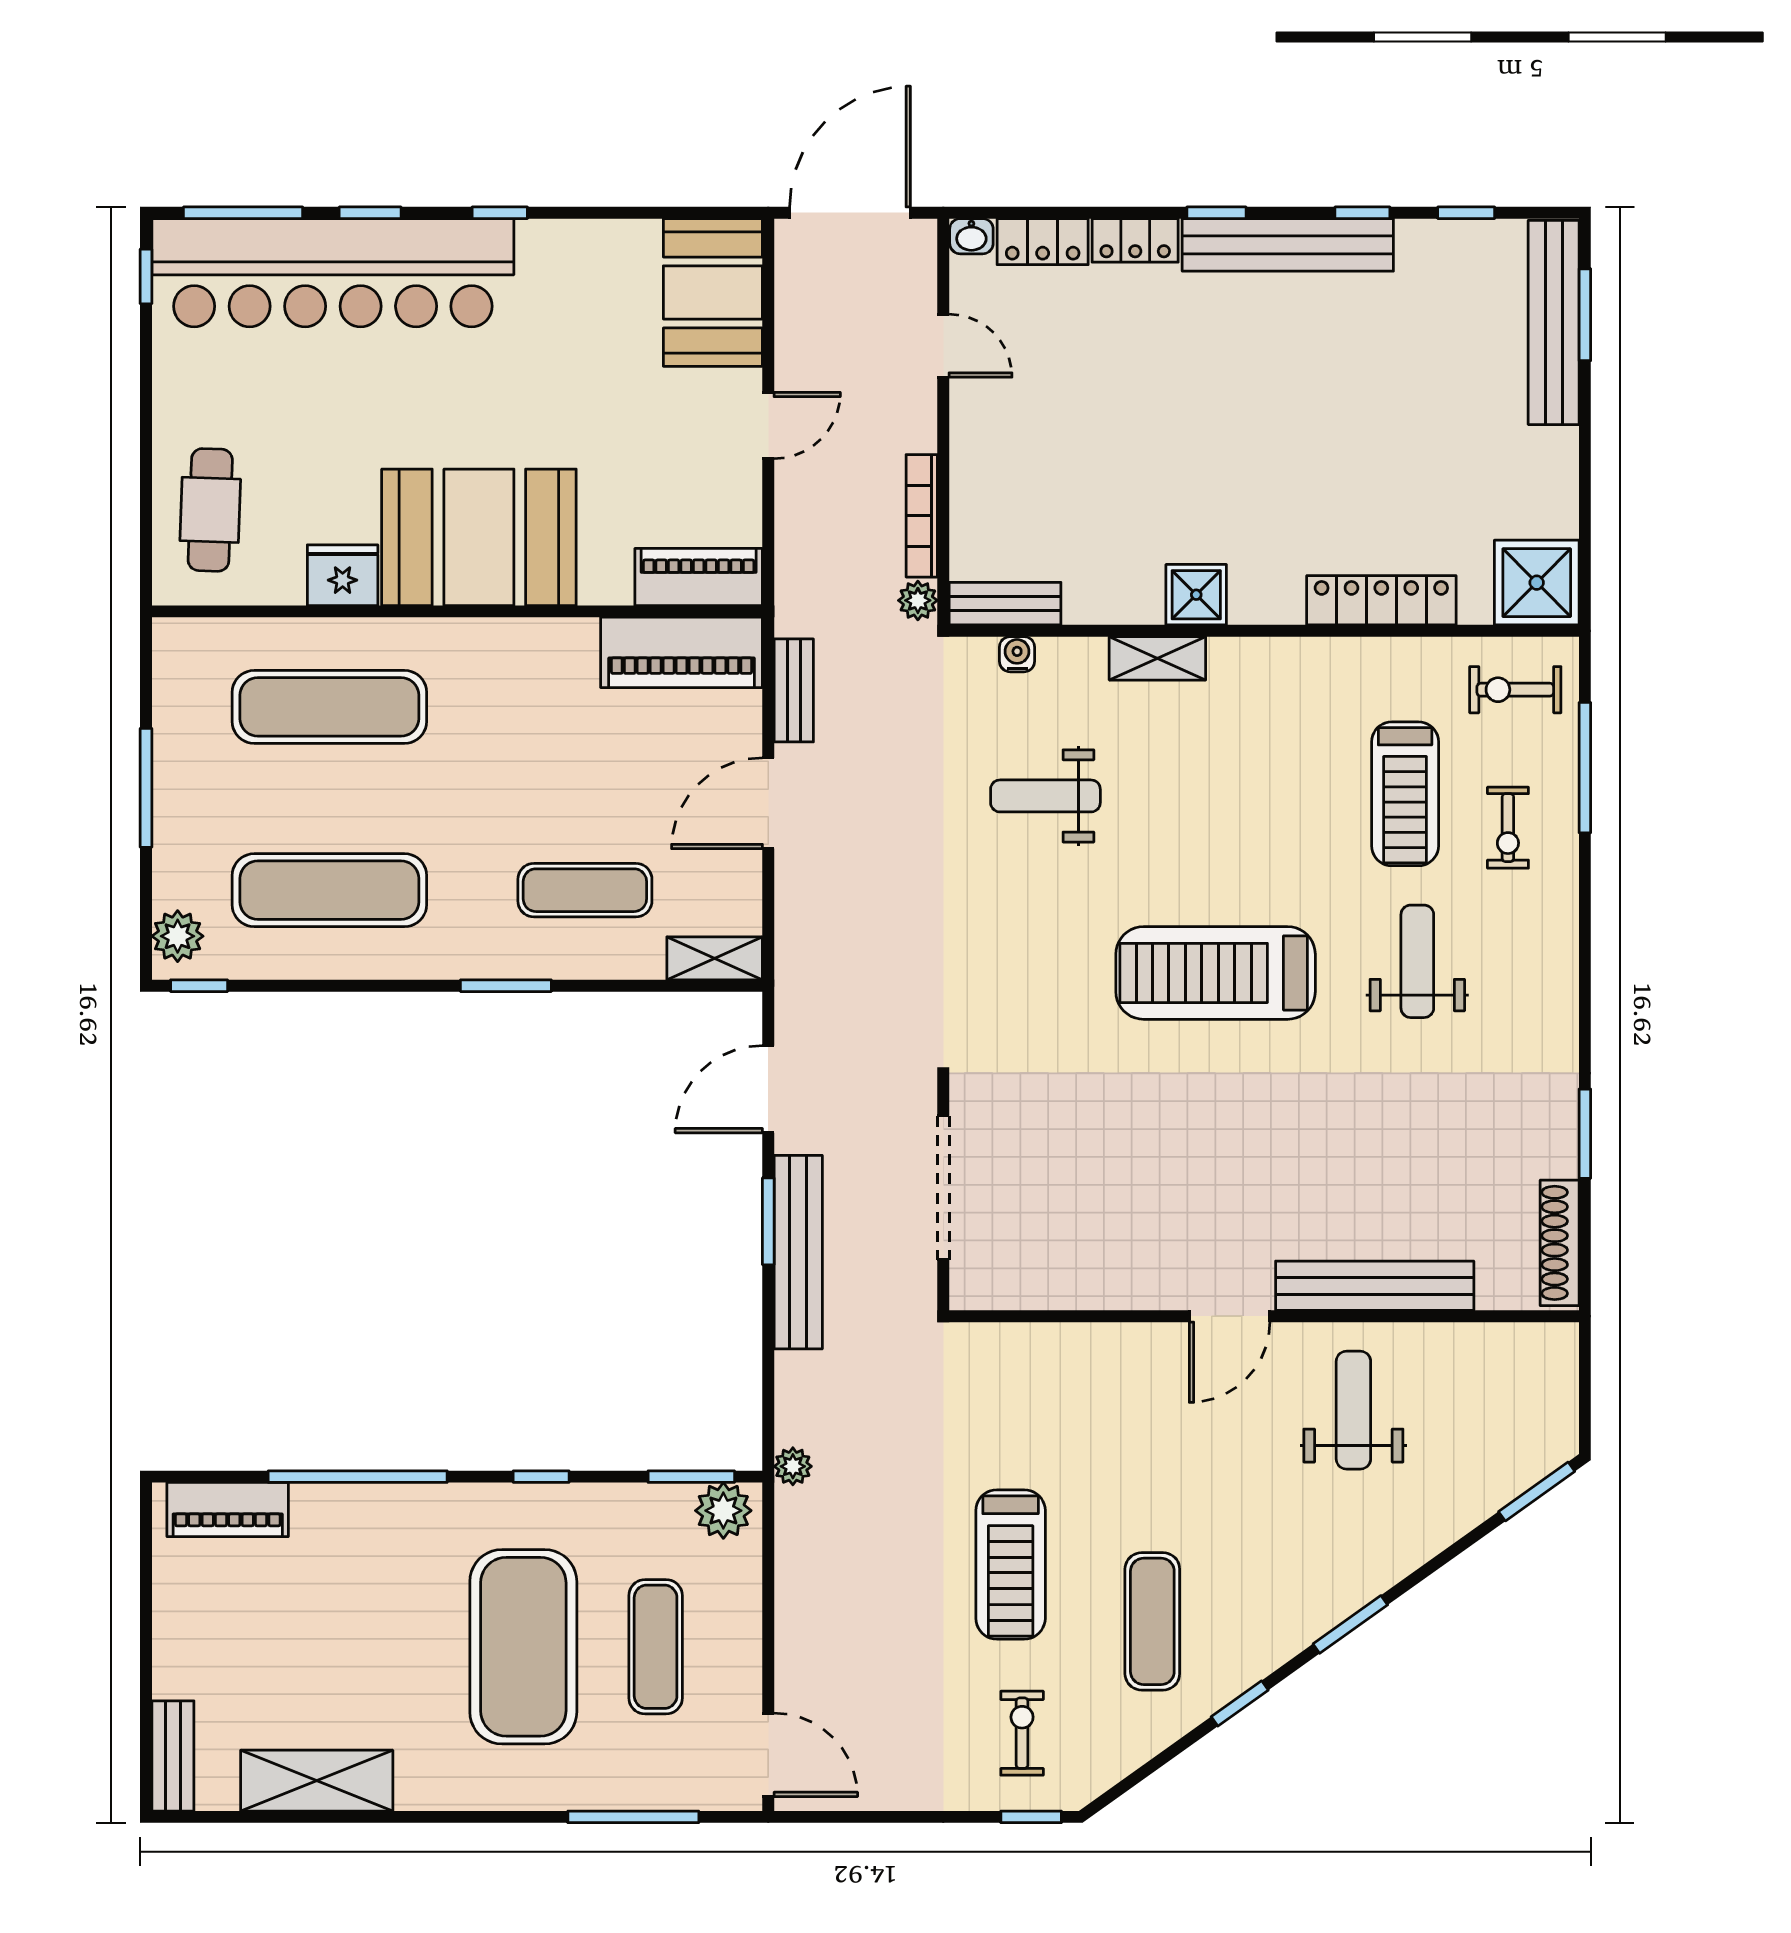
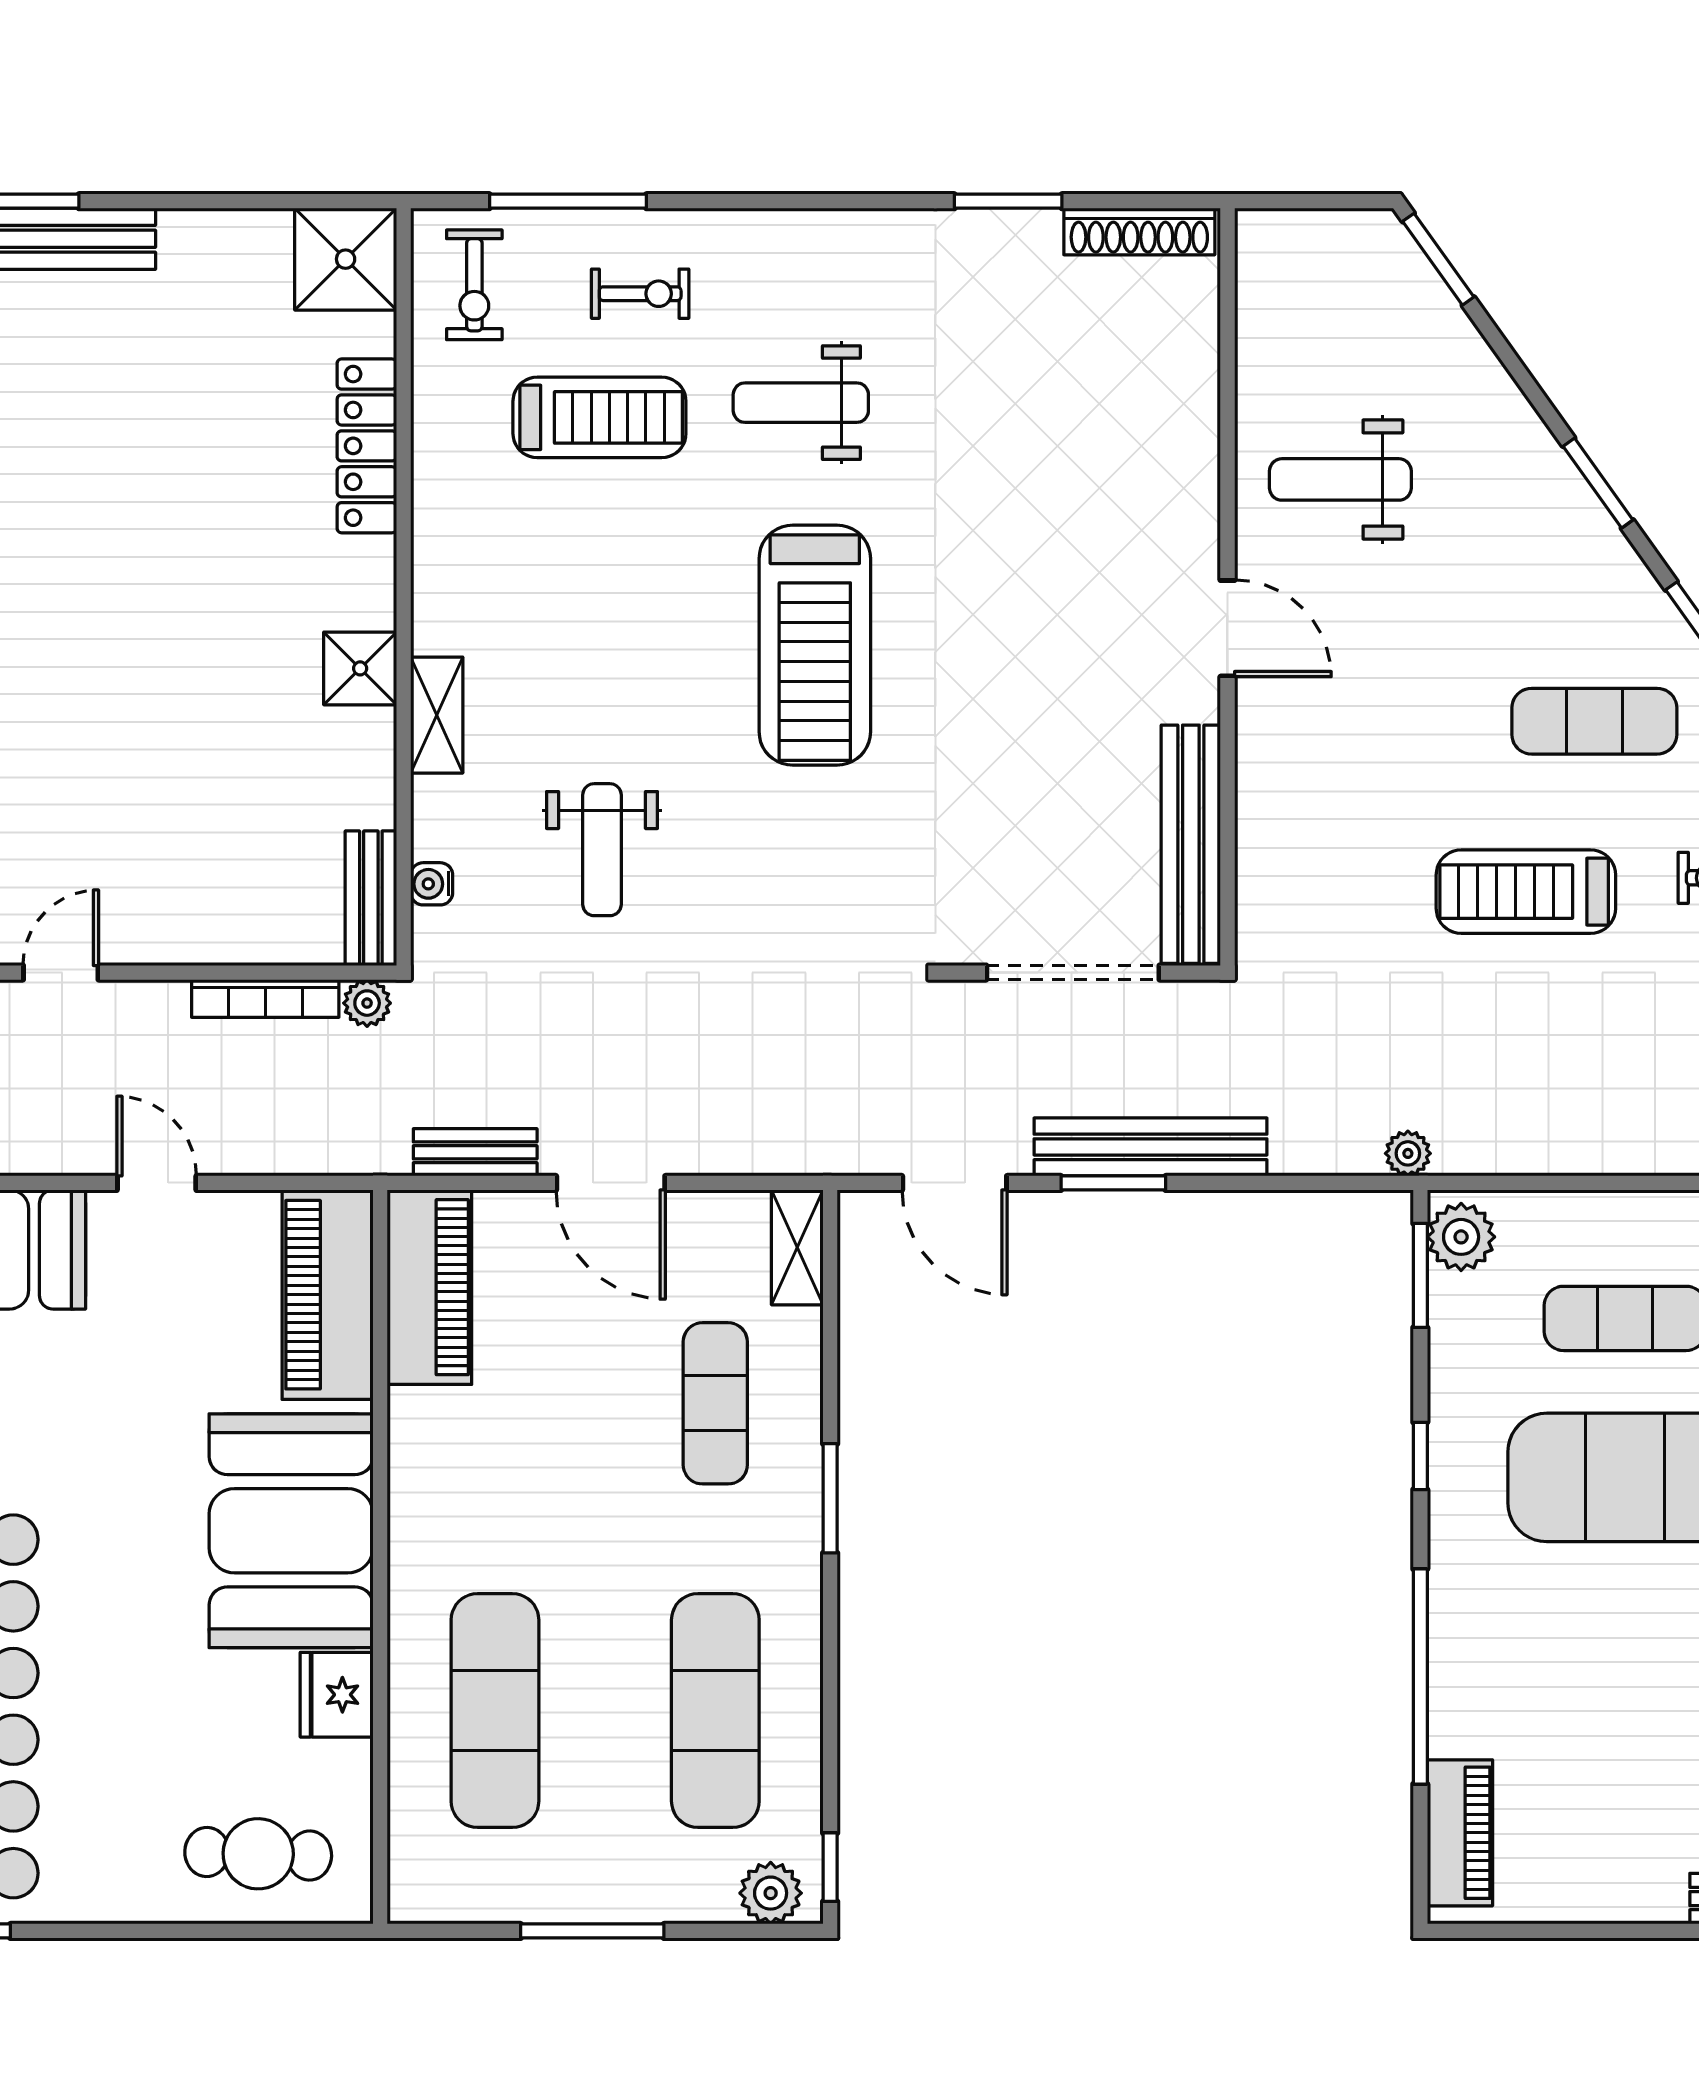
piano: (699, 577) -> (328, 1295), width x1.37, depth x1.33
bench: (1375, 1286) -> (1191, 844), moved
treadmill: (1011, 1564) -> (1526, 892), turned 180

